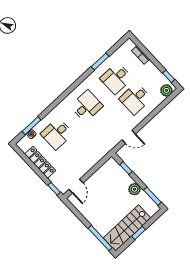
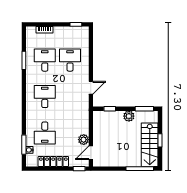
desk: (116, 78) -> (45, 60), turned 180
plant: (166, 90) -> (84, 140), moved
desk: (135, 99) -> (70, 60), turned 180
door: (76, 186) -> (91, 153), swing flipped

